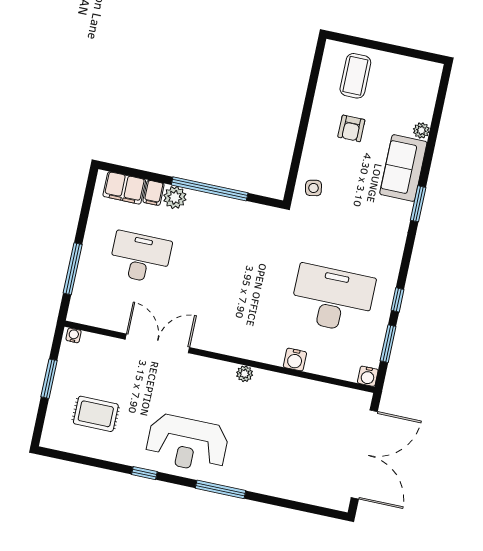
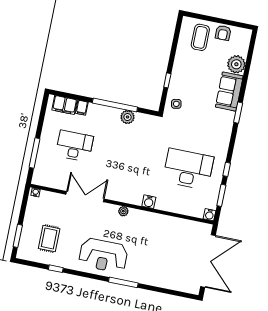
armchair: (351, 128) -> (223, 33), moved
plant: (421, 130) -> (236, 64), width x1.88, depth x1.88
window: (299, 148) -> (167, 80), added
plant: (175, 197) -> (128, 117), moved
water cooler: (295, 360) -> (149, 202), moved
plant: (245, 374) -> (123, 211), moved
window: (49, 379) -> (18, 236), moved
rug: (96, 414) -> (49, 239), turned 90
window: (144, 473) -> (56, 269), moved

